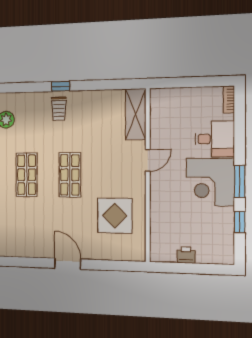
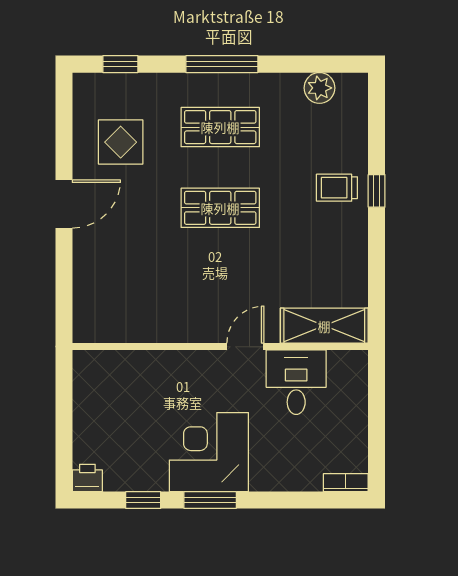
desk: (215, 139) -> (296, 382), moved, turned 180
door: (148, 160) -> (245, 347), swing flipped
display table: (115, 216) -> (121, 142), moved, width x0.73, depth x0.73
printer: (186, 255) -> (87, 478), moved, turned -90

